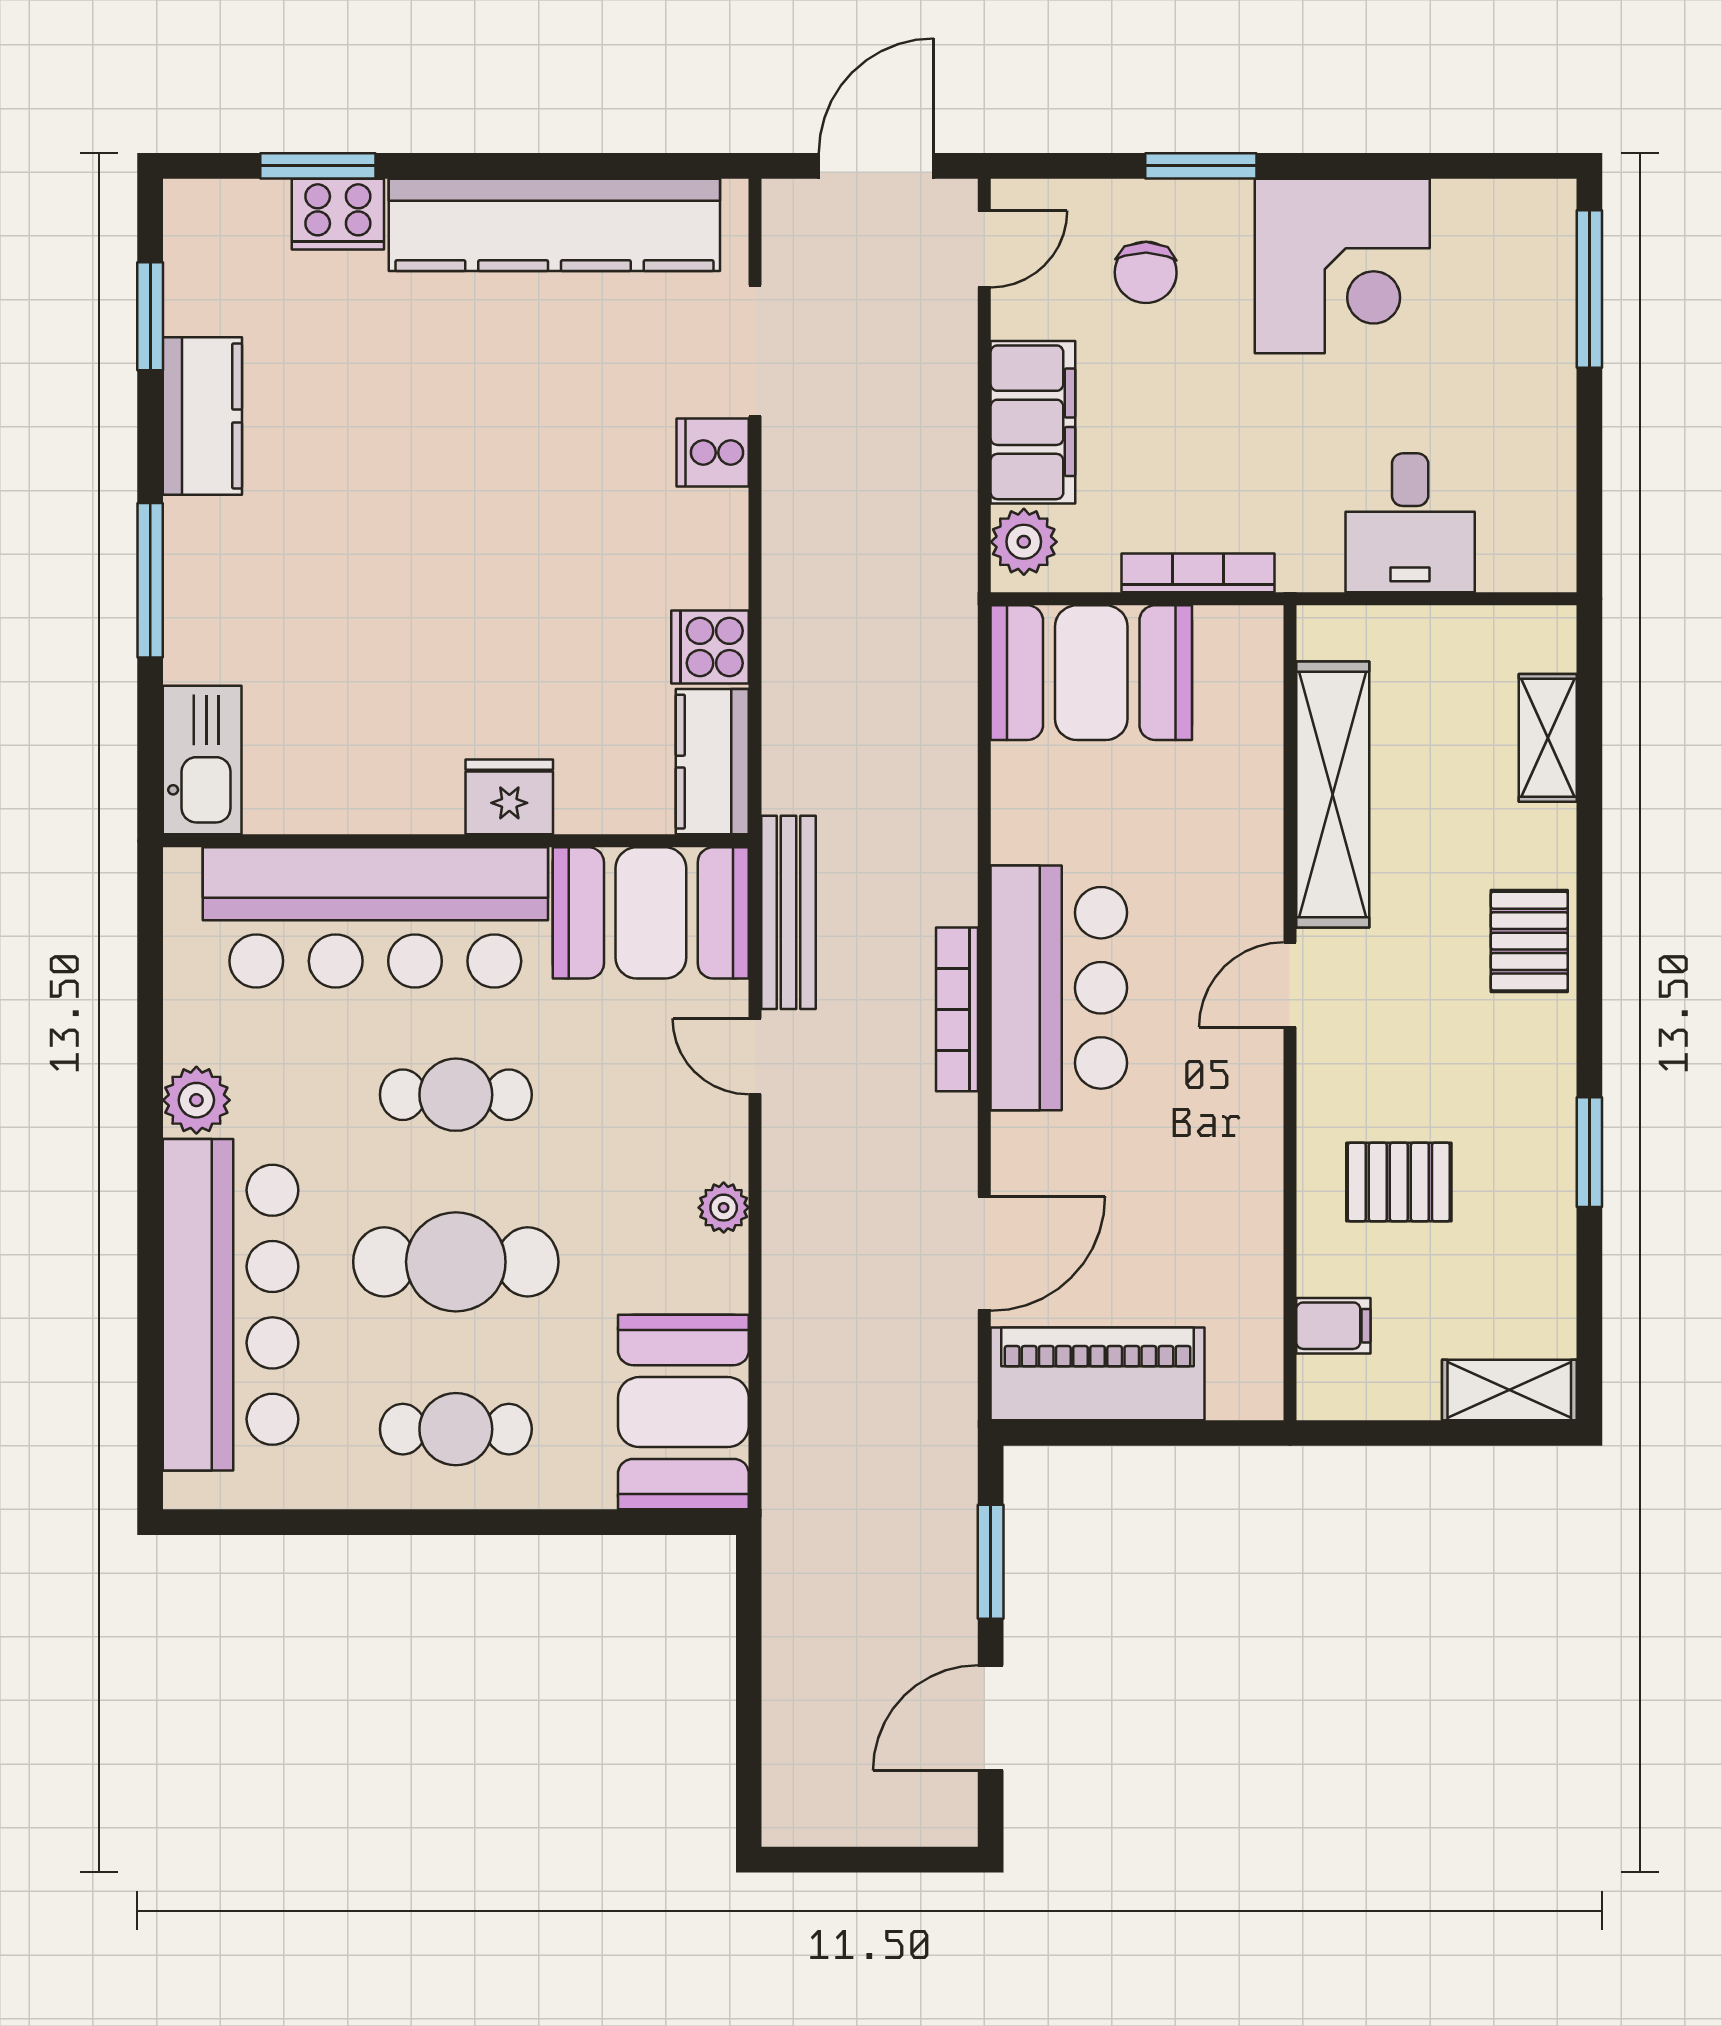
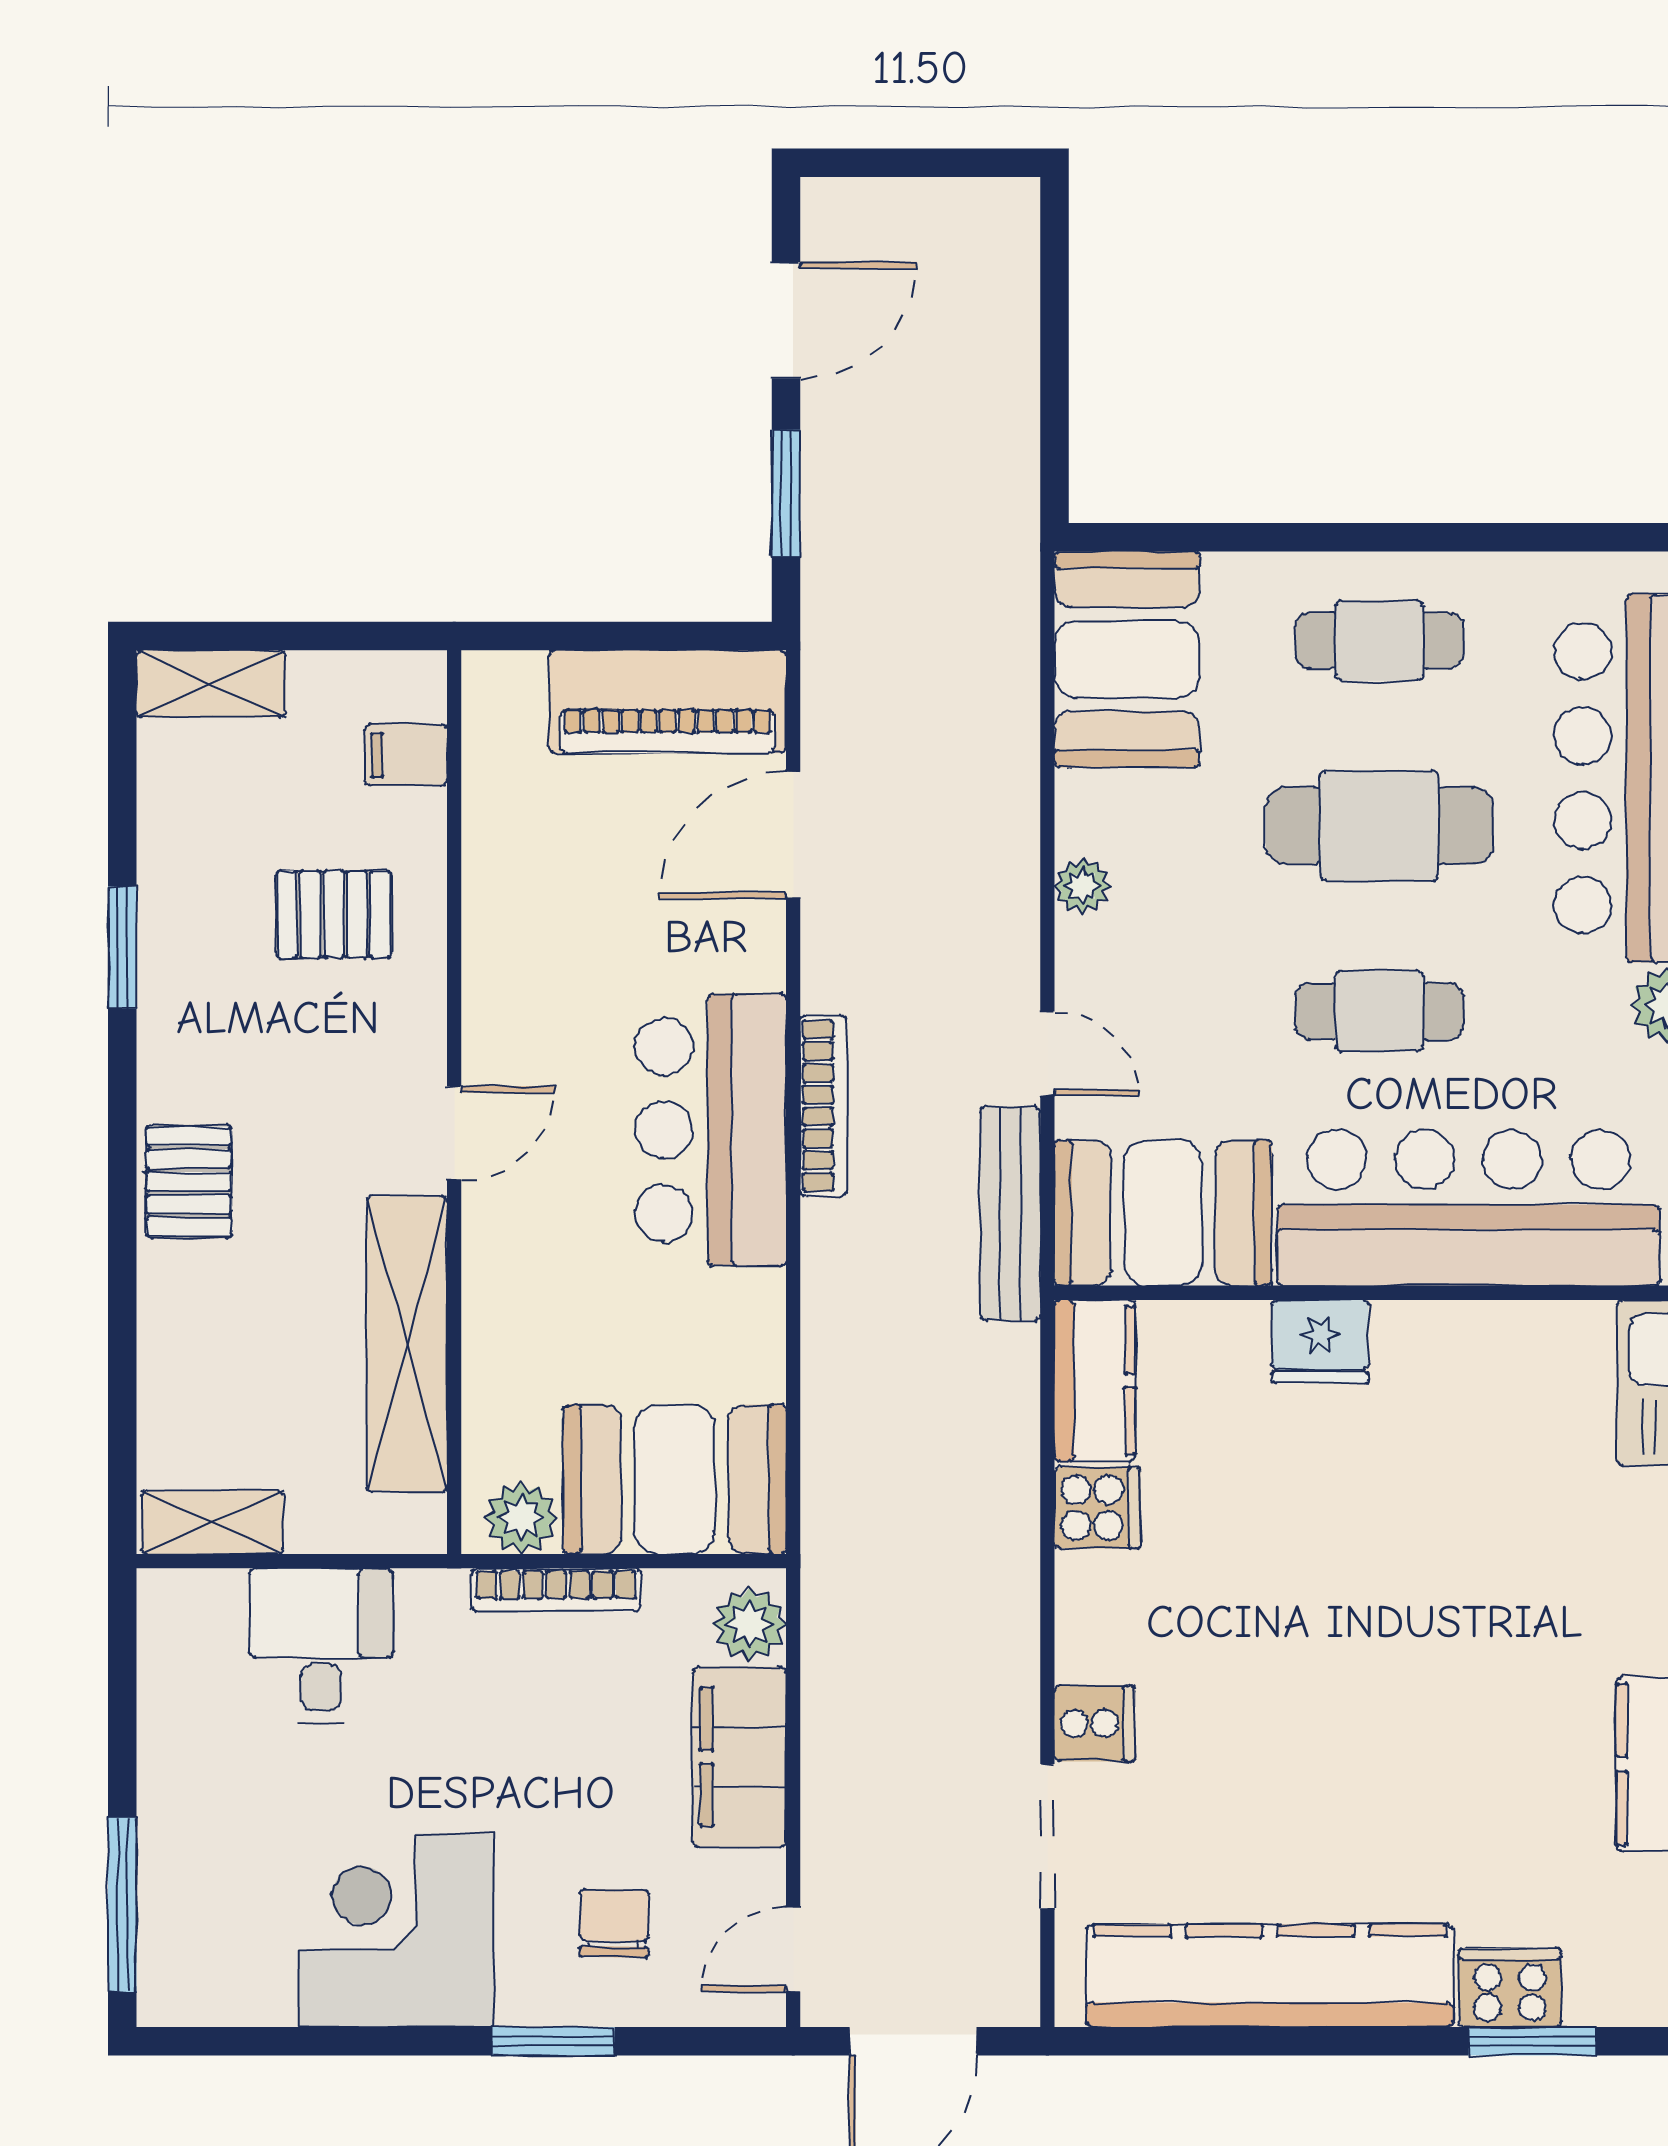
plant: (1230, 638) -> (521, 1518), added
shelving: (1548, 738) -> (212, 1522), moved, turned 90

